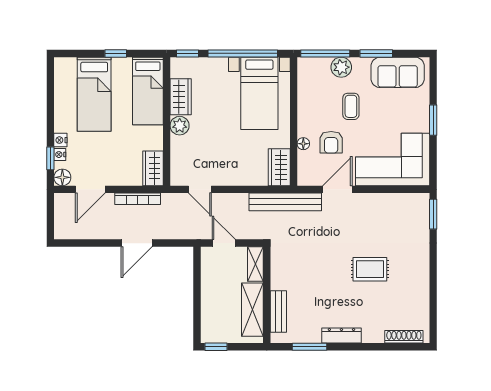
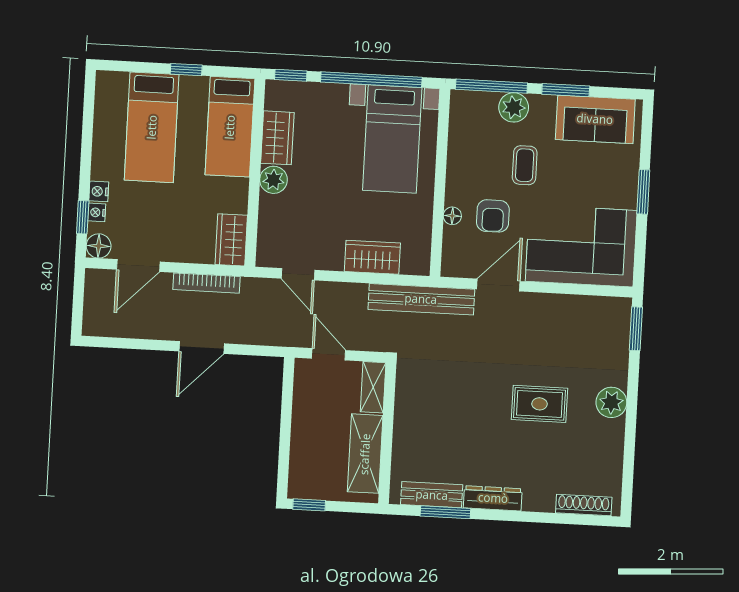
wardrobe: (279, 167) -> (372, 257), moved, turned 90
plant: (419, 265) -> (611, 402), added
bench: (278, 312) -> (432, 495), moved, turned 90

